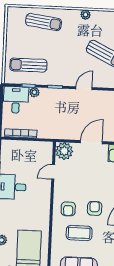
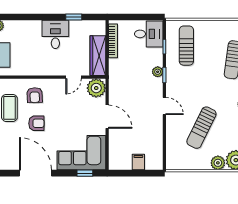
plant: (34, 92) -> (158, 72), moved
wardrobe: (34, 148) -> (98, 56), added
door: (53, 172) -> (73, 77), swing flipped
armchair: (68, 209) -> (35, 95), turned -92

